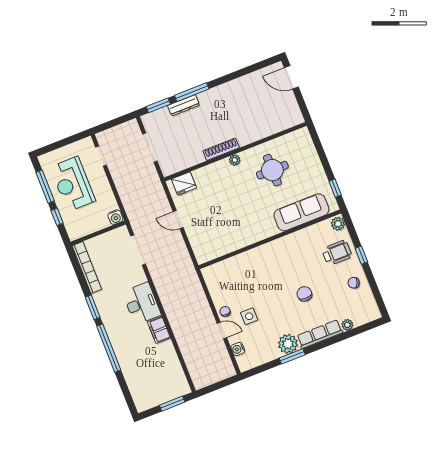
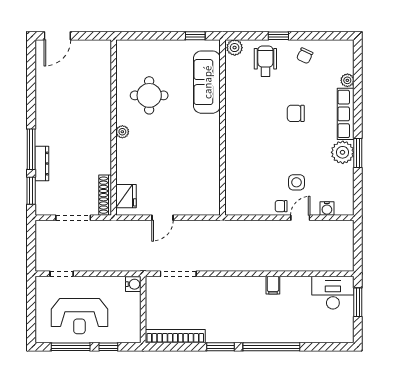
shoe rack: (221, 149) -> (105, 195), moved
desk: (142, 303) -> (333, 293), moved
filing cabinet: (159, 330) -> (273, 285), width x0.50

